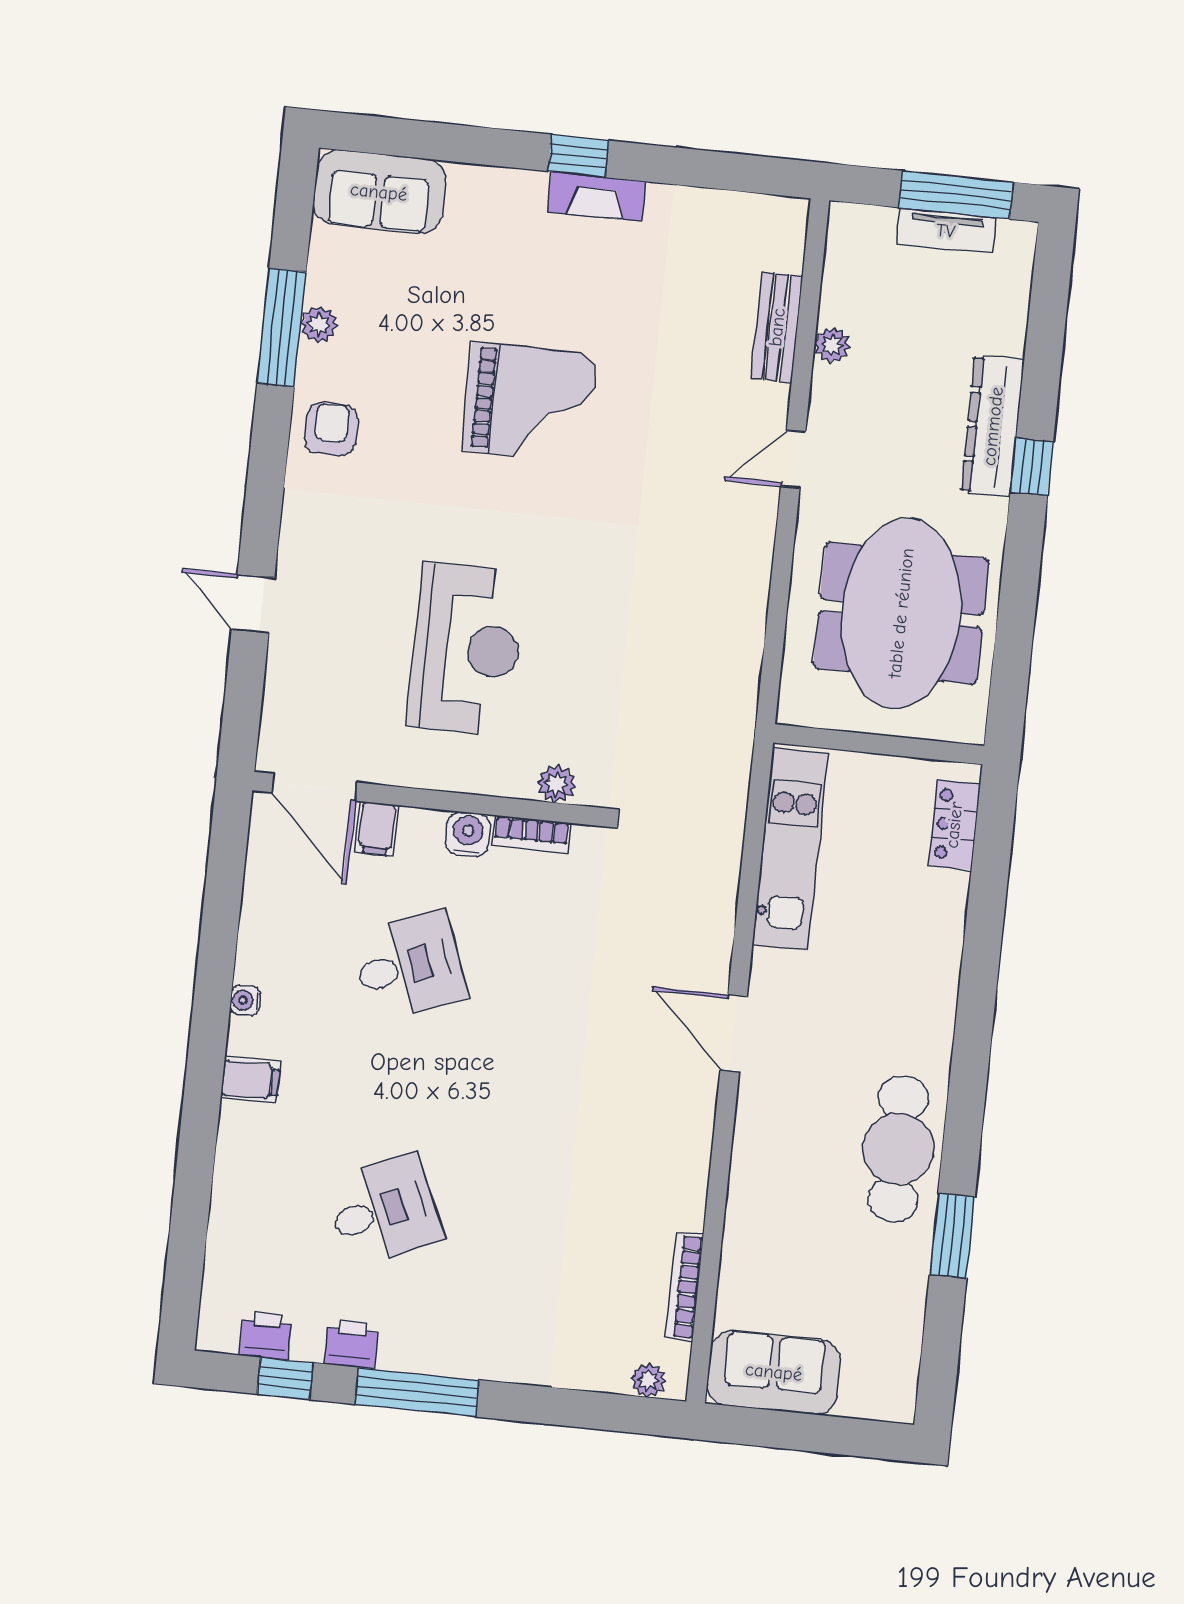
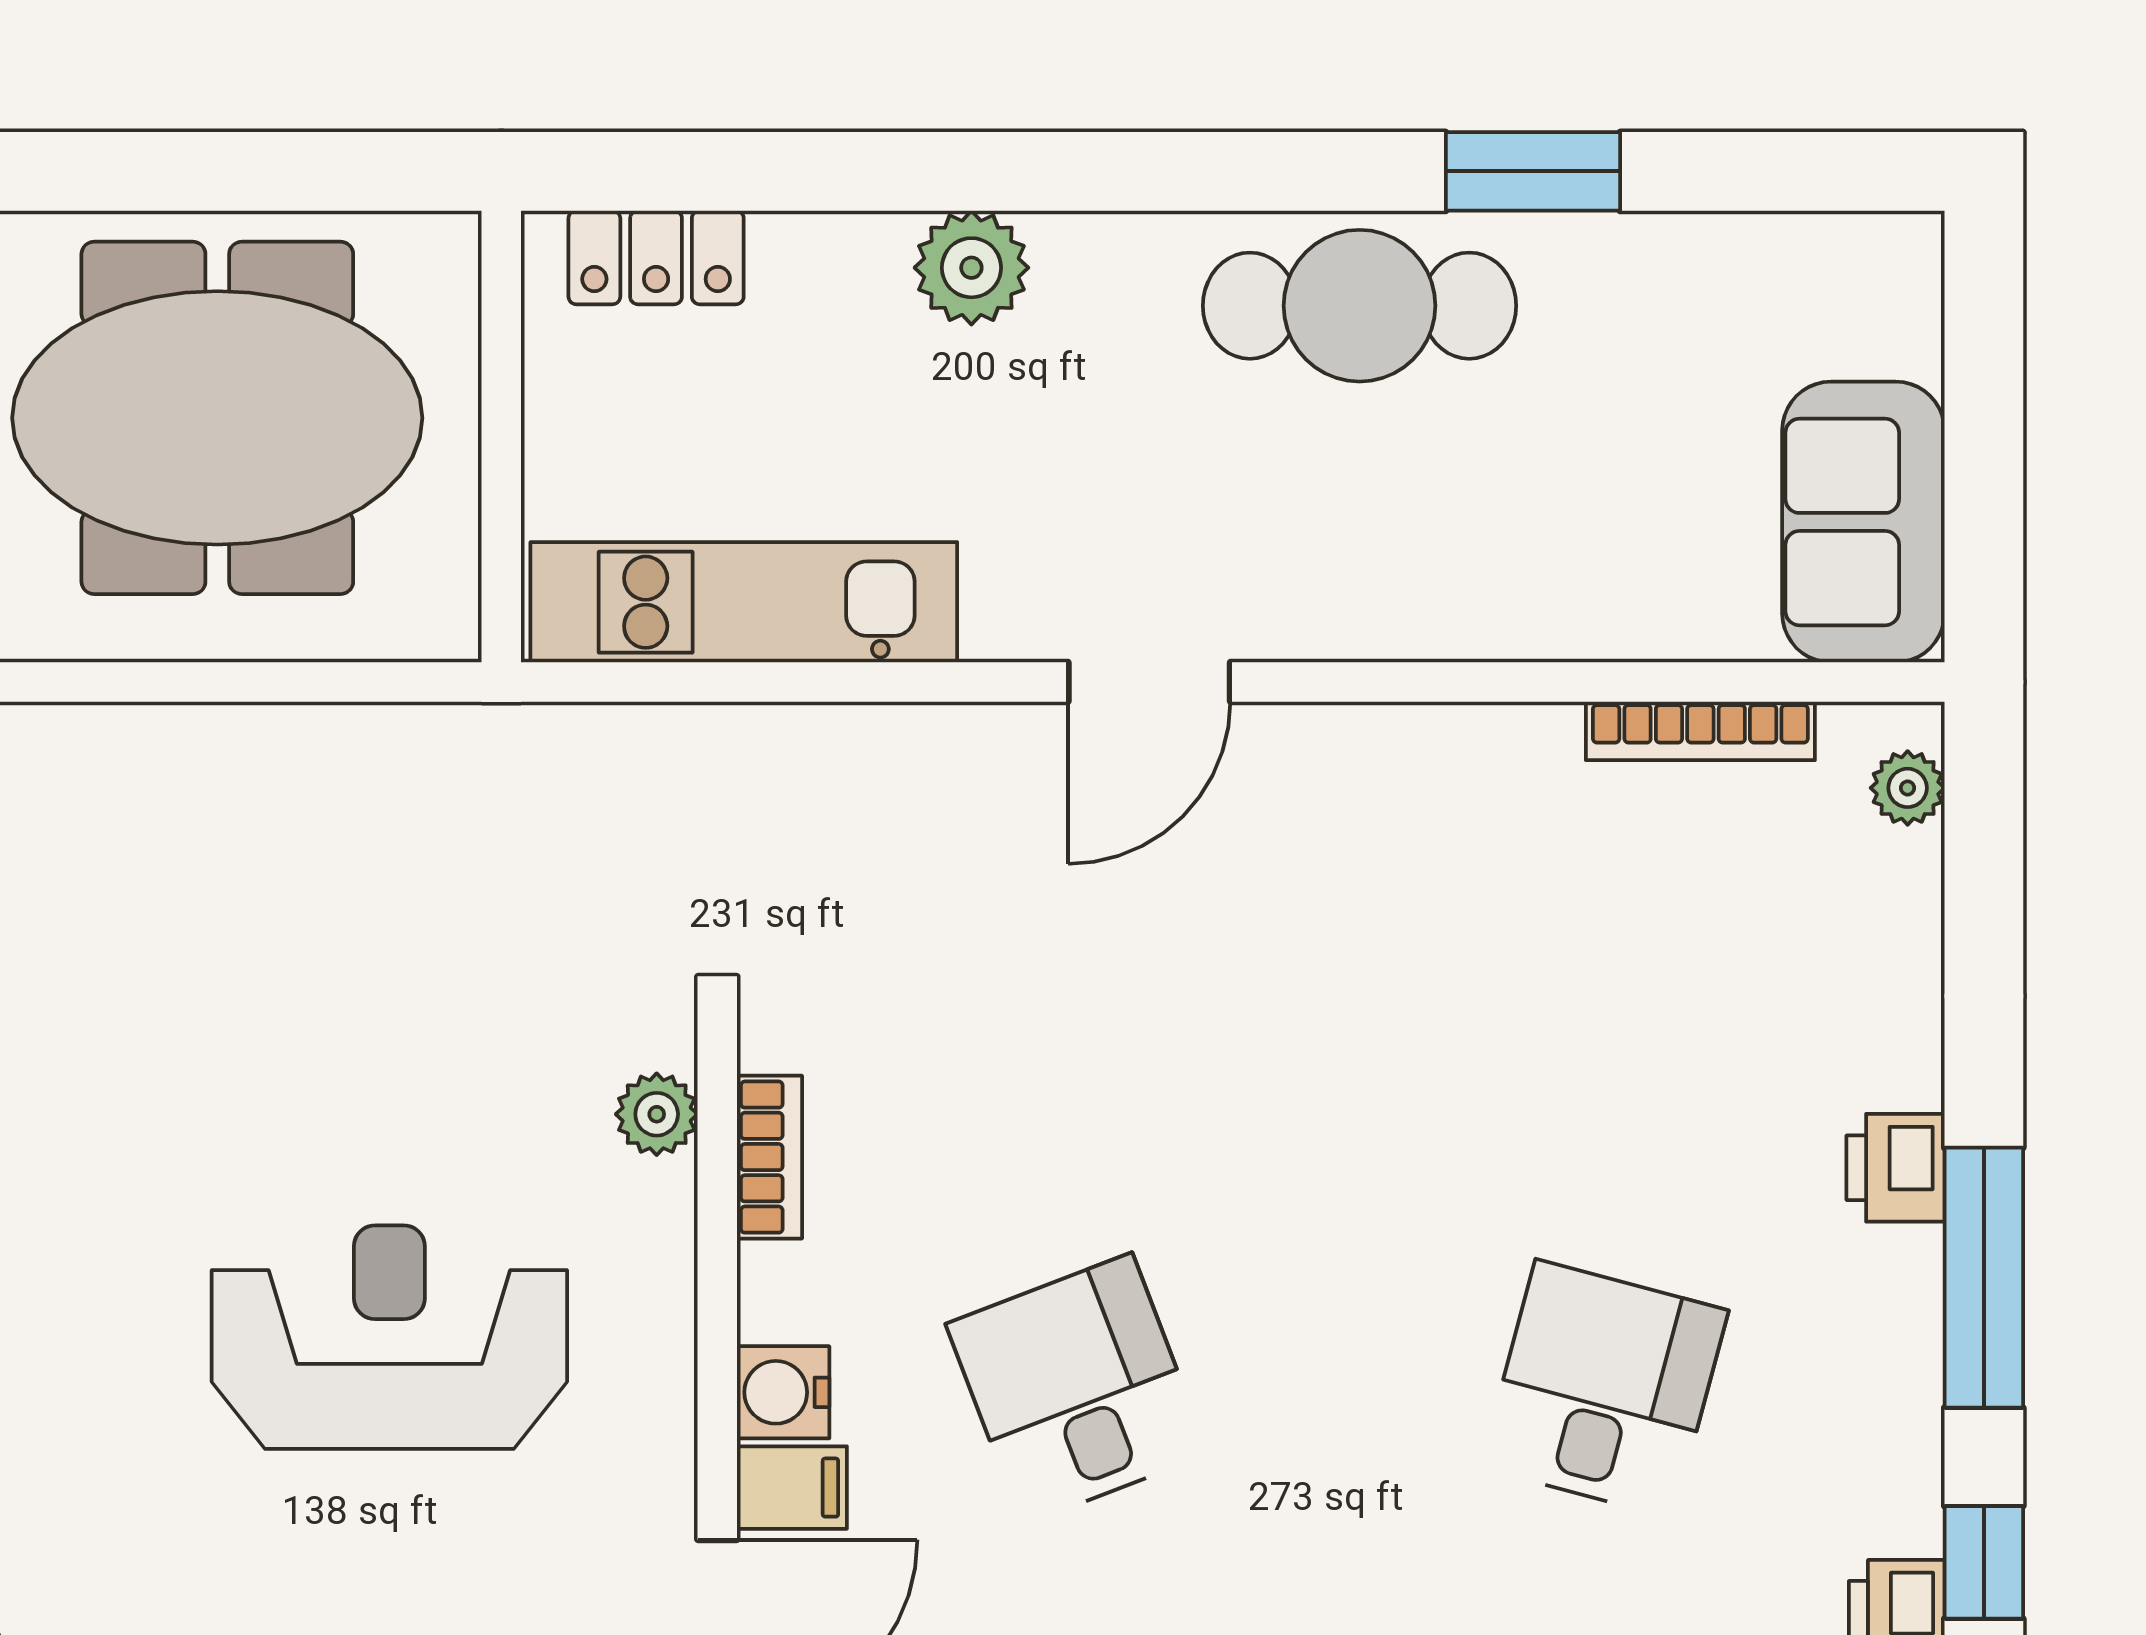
water cooler: (468, 834) -> (783, 1392), moved
plant: (935, 971) -> (971, 268), added
desk: (384, 1211) -> (1604, 1389), turned 39
printer: (351, 1344) -> (1896, 1168), moved

